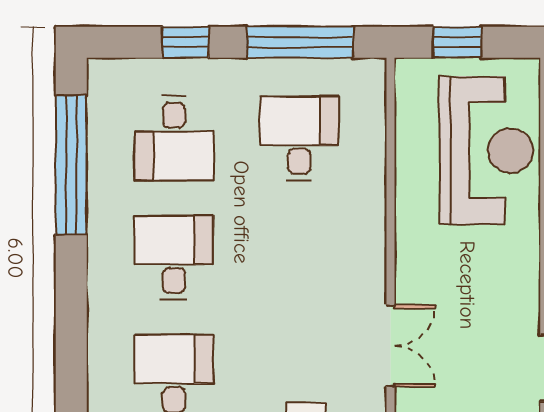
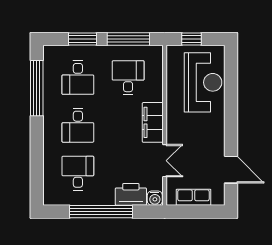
window: (185, 42) -> (82, 39), width x1.50
filing cabinet: (361, 250) -> (153, 122), added
desk: (174, 258) -> (78, 125), turned 180

